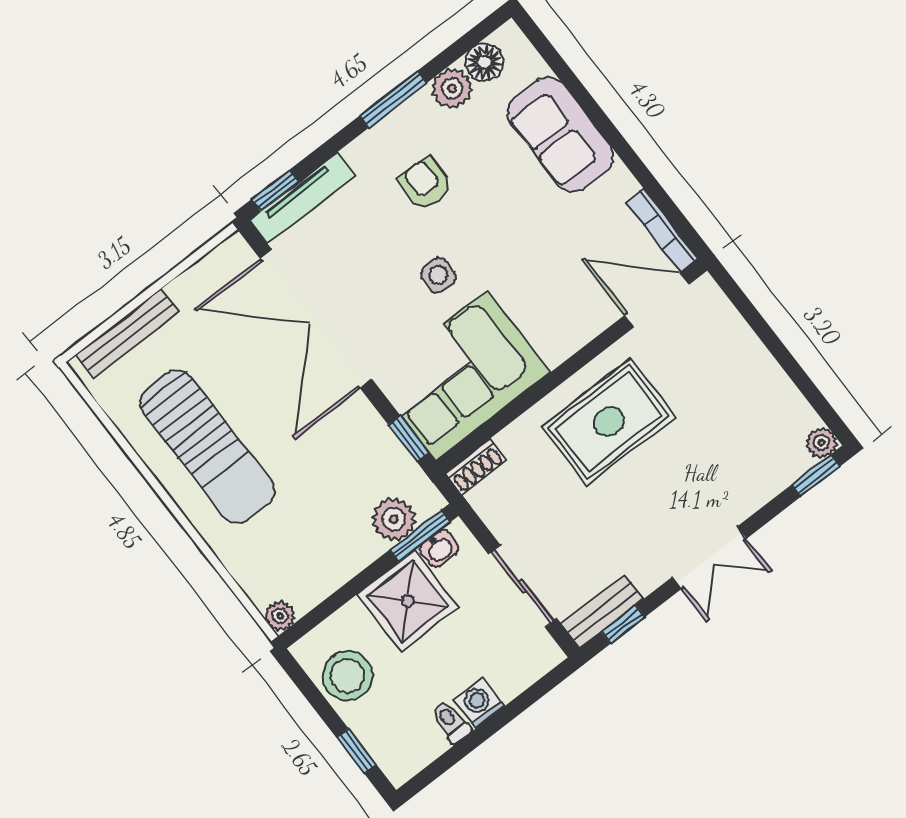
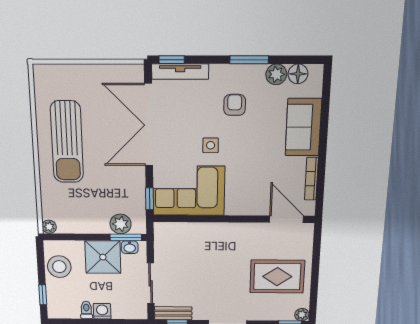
bookcase: (662, 230) -> (311, 179), moved
bench: (127, 334) -> (66, 72), removed
rug: (609, 422) -> (277, 277), moved
shoe rack: (476, 467) -> (167, 228), removed

